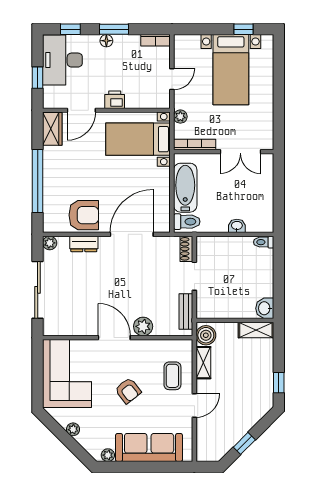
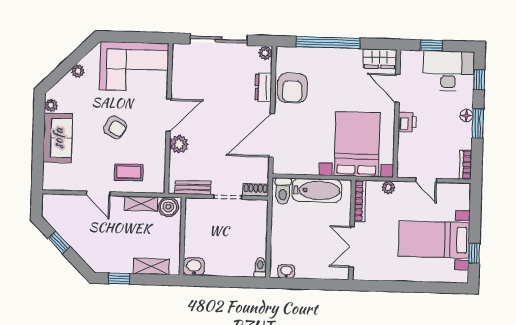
bed with nightstands: (138, 139) -> (357, 144), width x1.36
washbasin: (237, 226) -> (286, 271), moved, turned -90
door: (132, 234) -> (272, 135), swing flipped
shelving: (256, 330) -> (152, 266), moved, turned 90
armchair: (128, 391) -> (115, 127), turned -111
sofa: (149, 448) -> (58, 138), width x0.73

